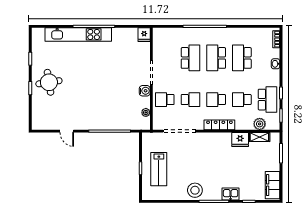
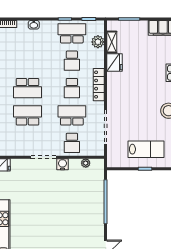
school desk: (242, 58) -> (28, 61), removed
school desk: (190, 100) -> (72, 115), width x1.85

